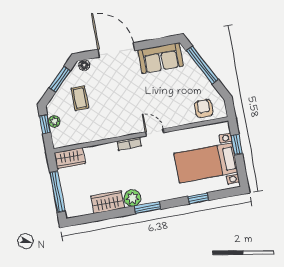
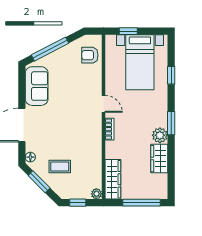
plant: (54, 121) -> (96, 194), moved
door: (155, 132) -> (103, 104), swing flipped
wardrobe: (70, 158) -> (113, 179), width x1.50

